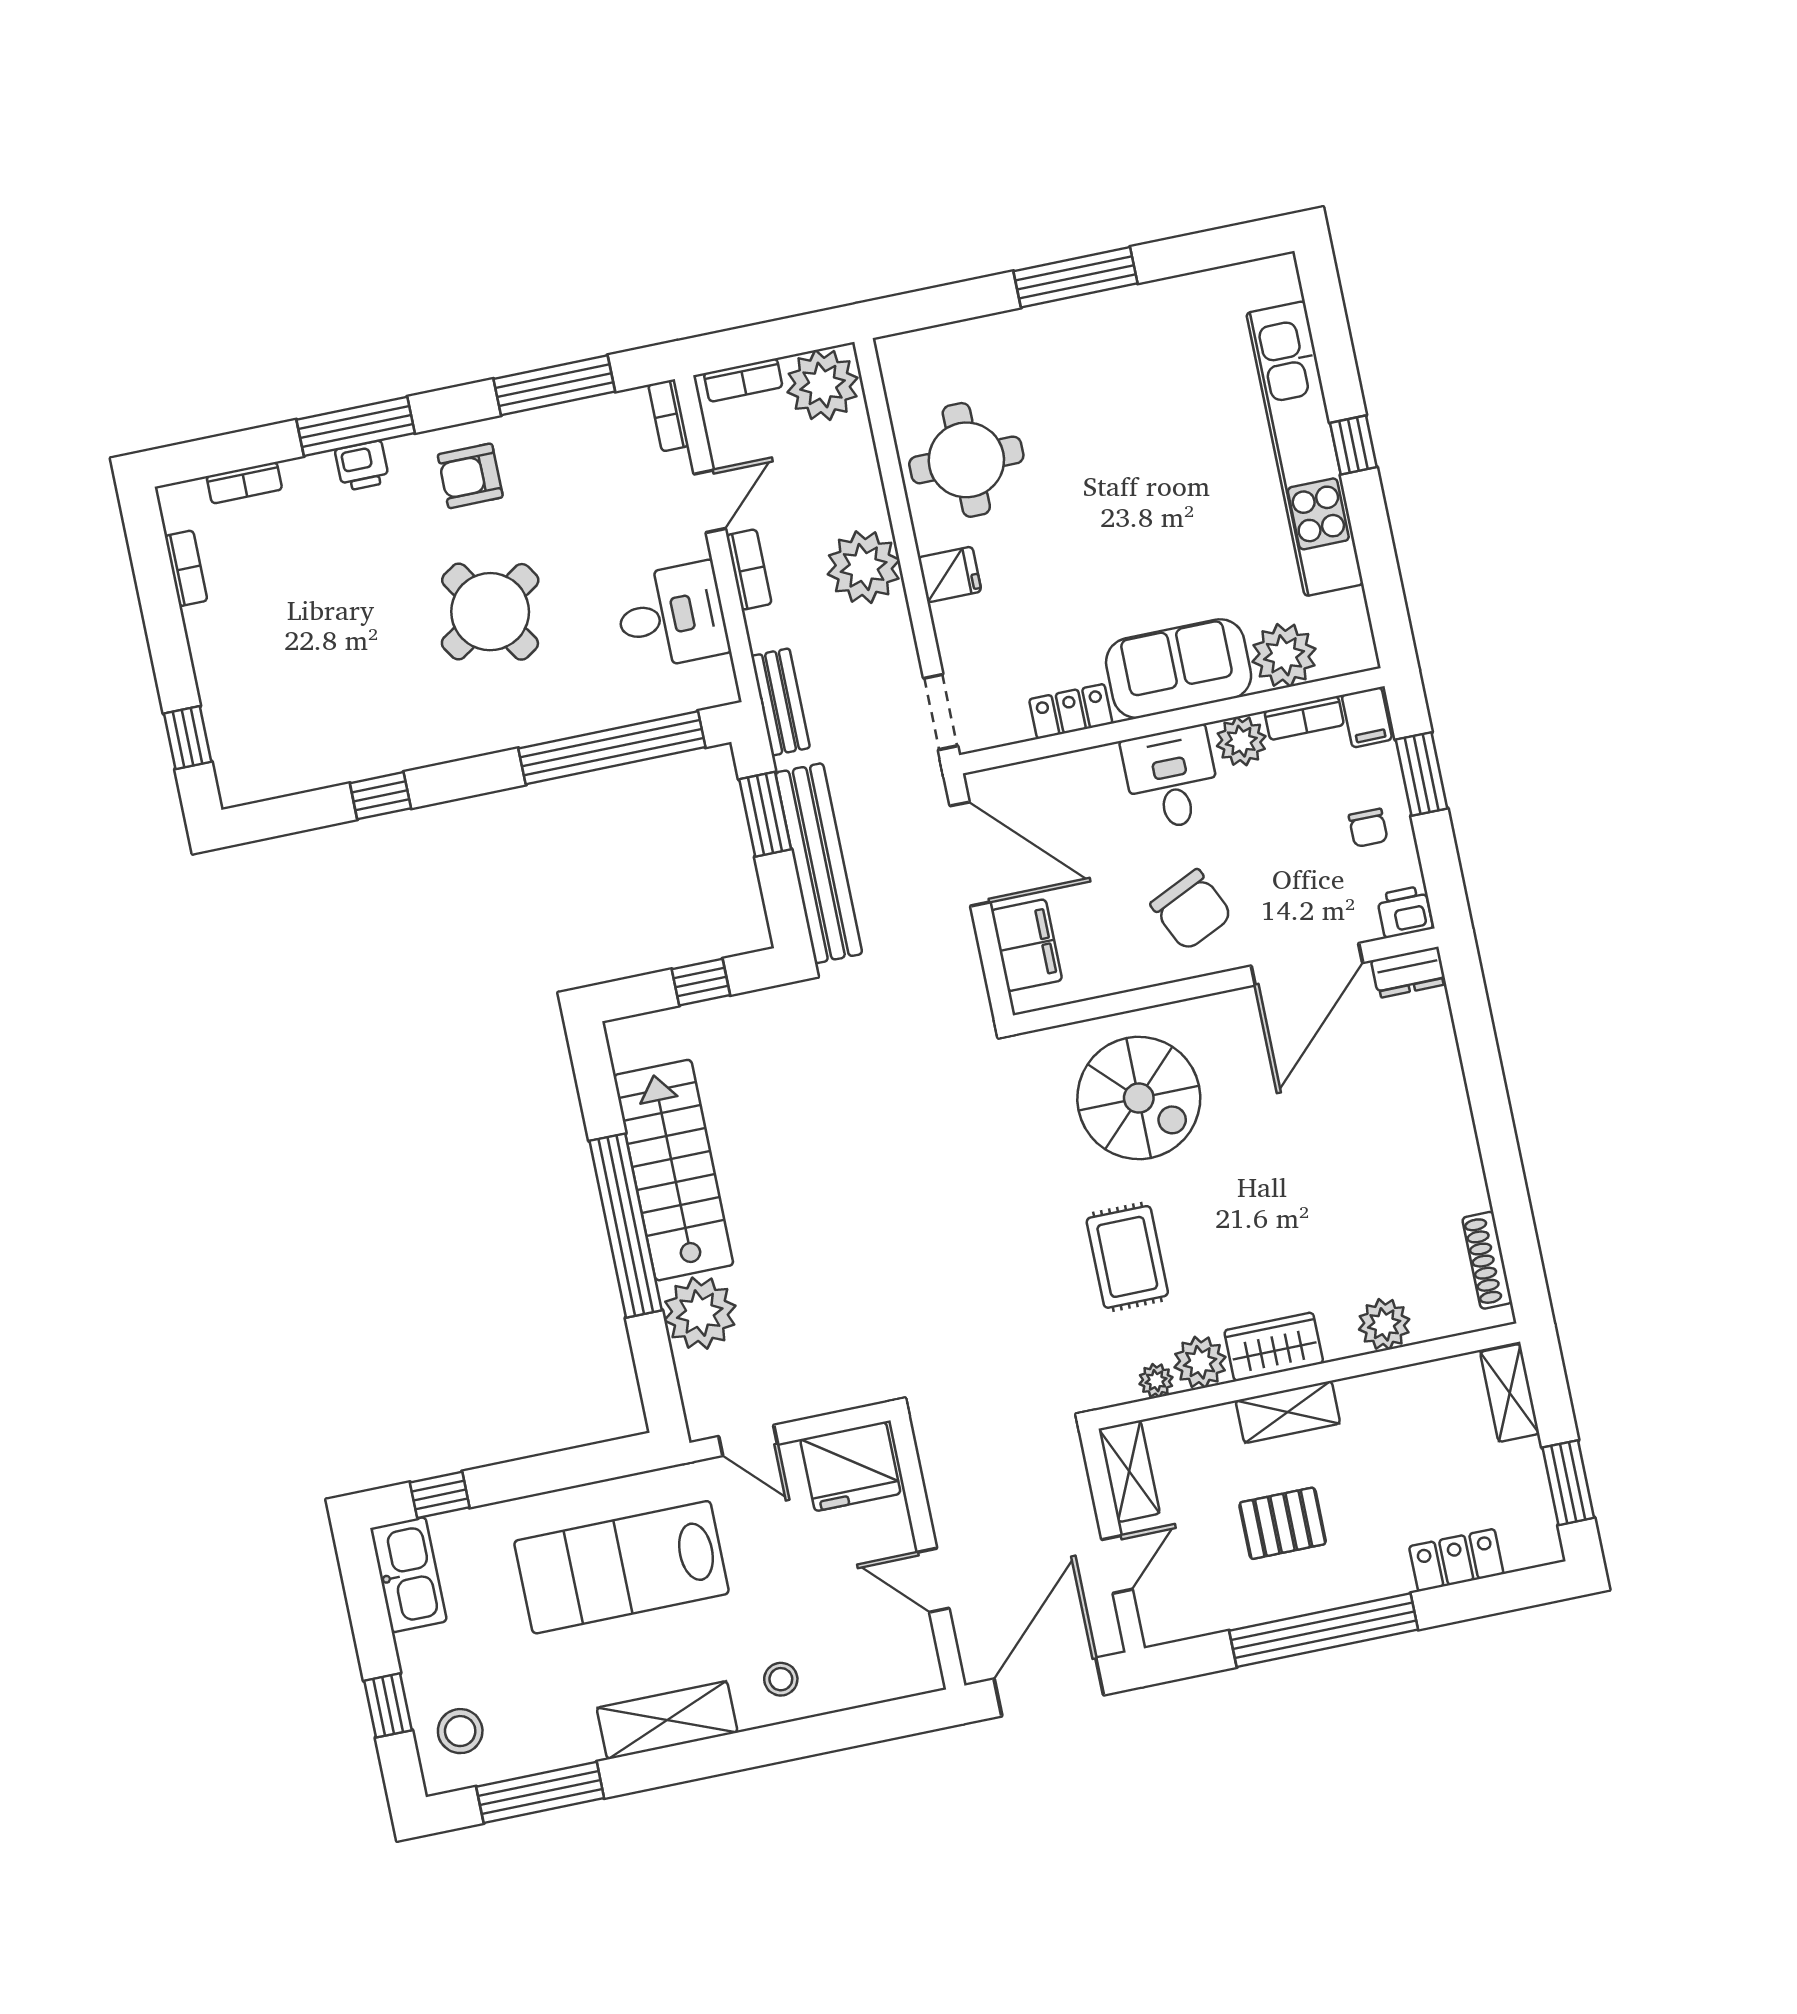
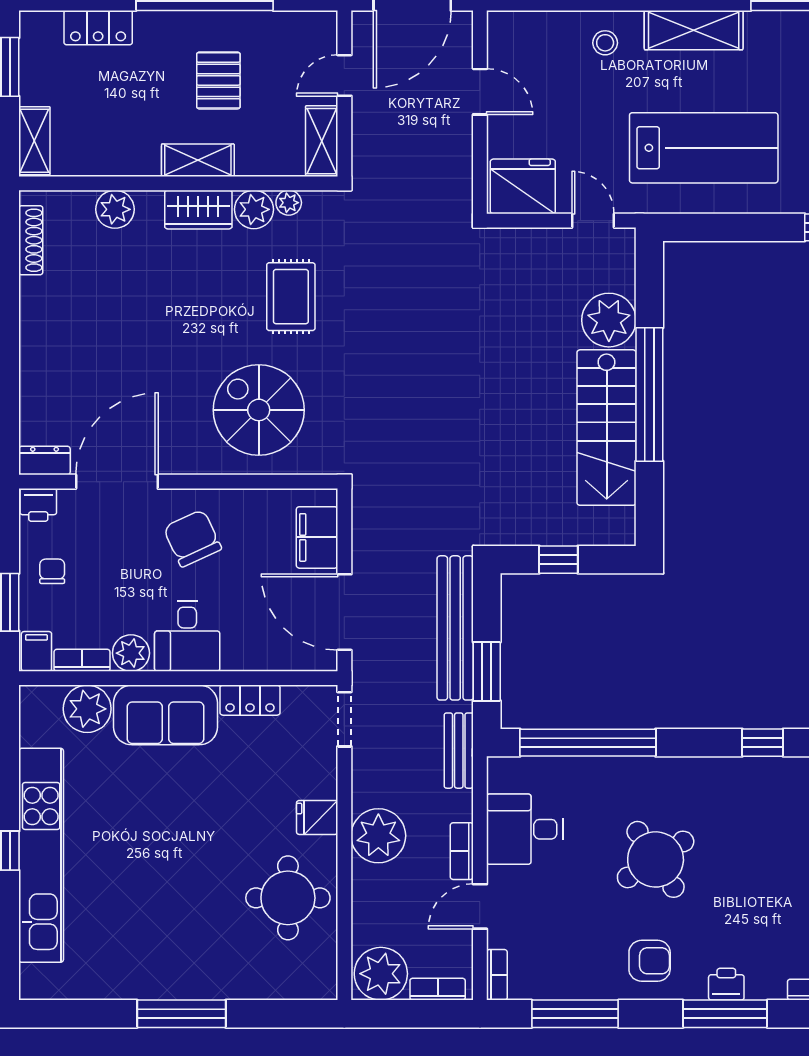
pallet: (1283, 1523) -> (218, 80), turned 90

